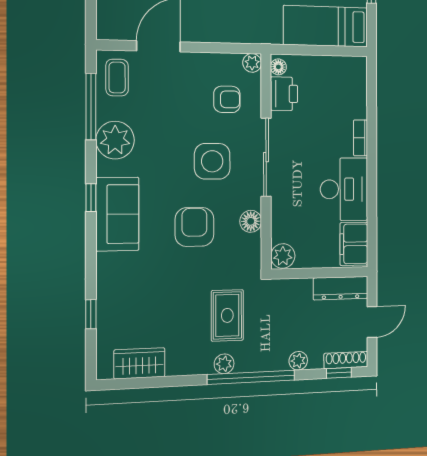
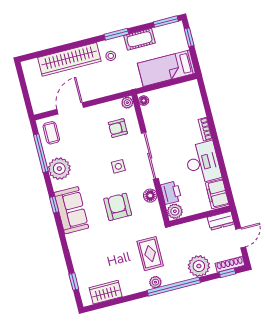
printer: (284, 94) -> (171, 193), moved
armchair: (227, 99) -> (118, 128), turned 180
side table: (212, 161) -> (118, 166), width x0.54, depth x0.54
dresser: (341, 288) -> (221, 221), width x0.70
window: (91, 314) -> (74, 282), moved
plant: (298, 361) -> (199, 266), width x1.87, depth x1.87

